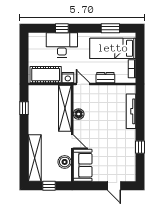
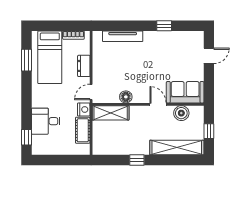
window: (62, 28) -> (27, 137), moved
desk: (62, 45) -> (46, 121), width x0.73
cot: (46, 75) -> (83, 130), width x0.73, depth x0.75
window: (24, 108) -> (137, 160), moved
shelving: (65, 108) -> (111, 113), width x0.68
door: (72, 142) -> (158, 104), hinge flipped

